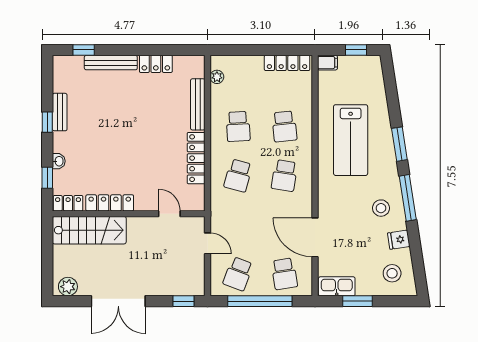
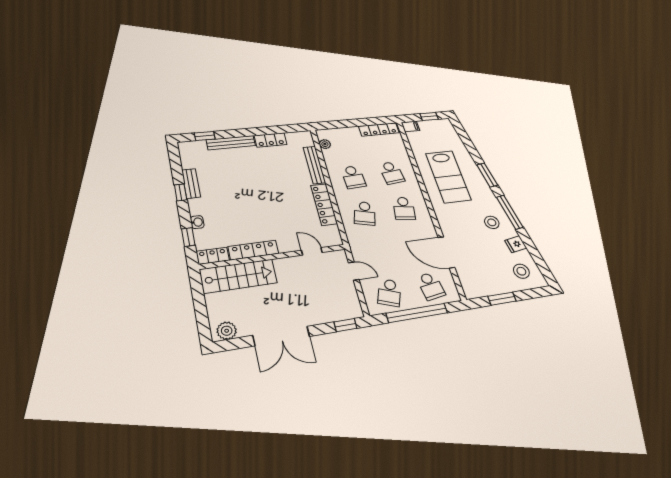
kitchen sink: (337, 286) -> (480, 289), removed

